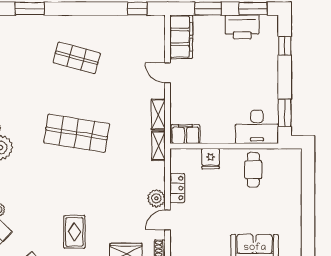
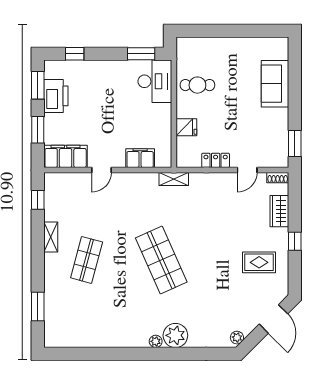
shelving: (158, 114) -> (51, 237), moved, turned 90
shop shelf: (77, 133) -> (161, 260), turned -33
filing cabinet: (185, 134) -> (140, 158), moved, turned 90
plant: (156, 198) -> (226, 181), removed
door: (167, 220) -> (247, 170), hinge flipped

